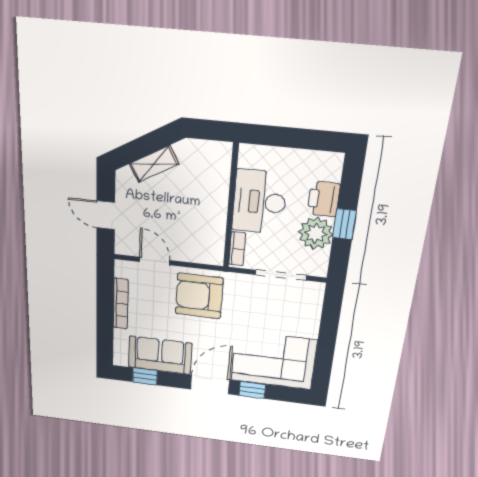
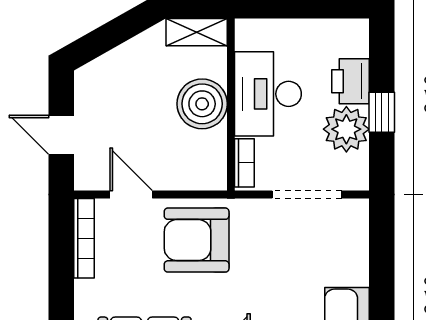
shelving: (154, 164) -> (197, 32), moved, turned 30
boiler: (209, 204) -> (202, 104), added
bookcase: (121, 304) -> (84, 238), moved

